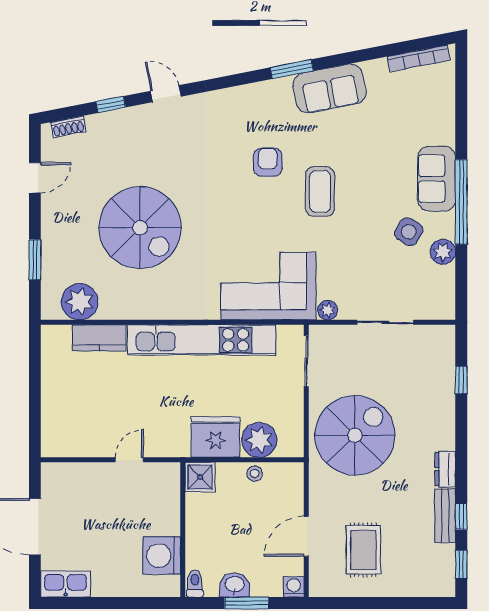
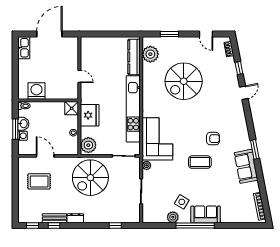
kitchen counter: (99, 338) -> (134, 57), width x1.50
spiral stairs: (355, 435) -> (90, 178), turned 90
plant: (259, 440) -> (88, 145), moved
washing machine: (294, 587) -> (22, 136), moved

